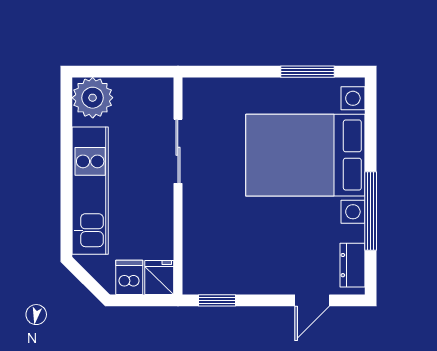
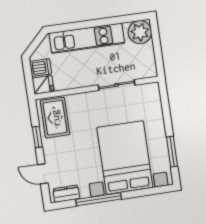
rug: (219, 265) -> (55, 118), added
window: (217, 300) -> (37, 137), moved

